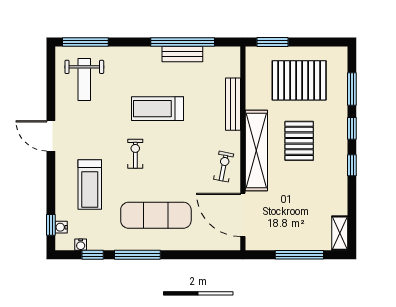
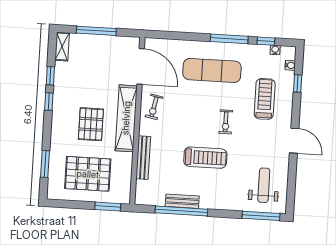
window: (352, 128) -> (50, 76), moved
window: (51, 225) -> (298, 83), moved

